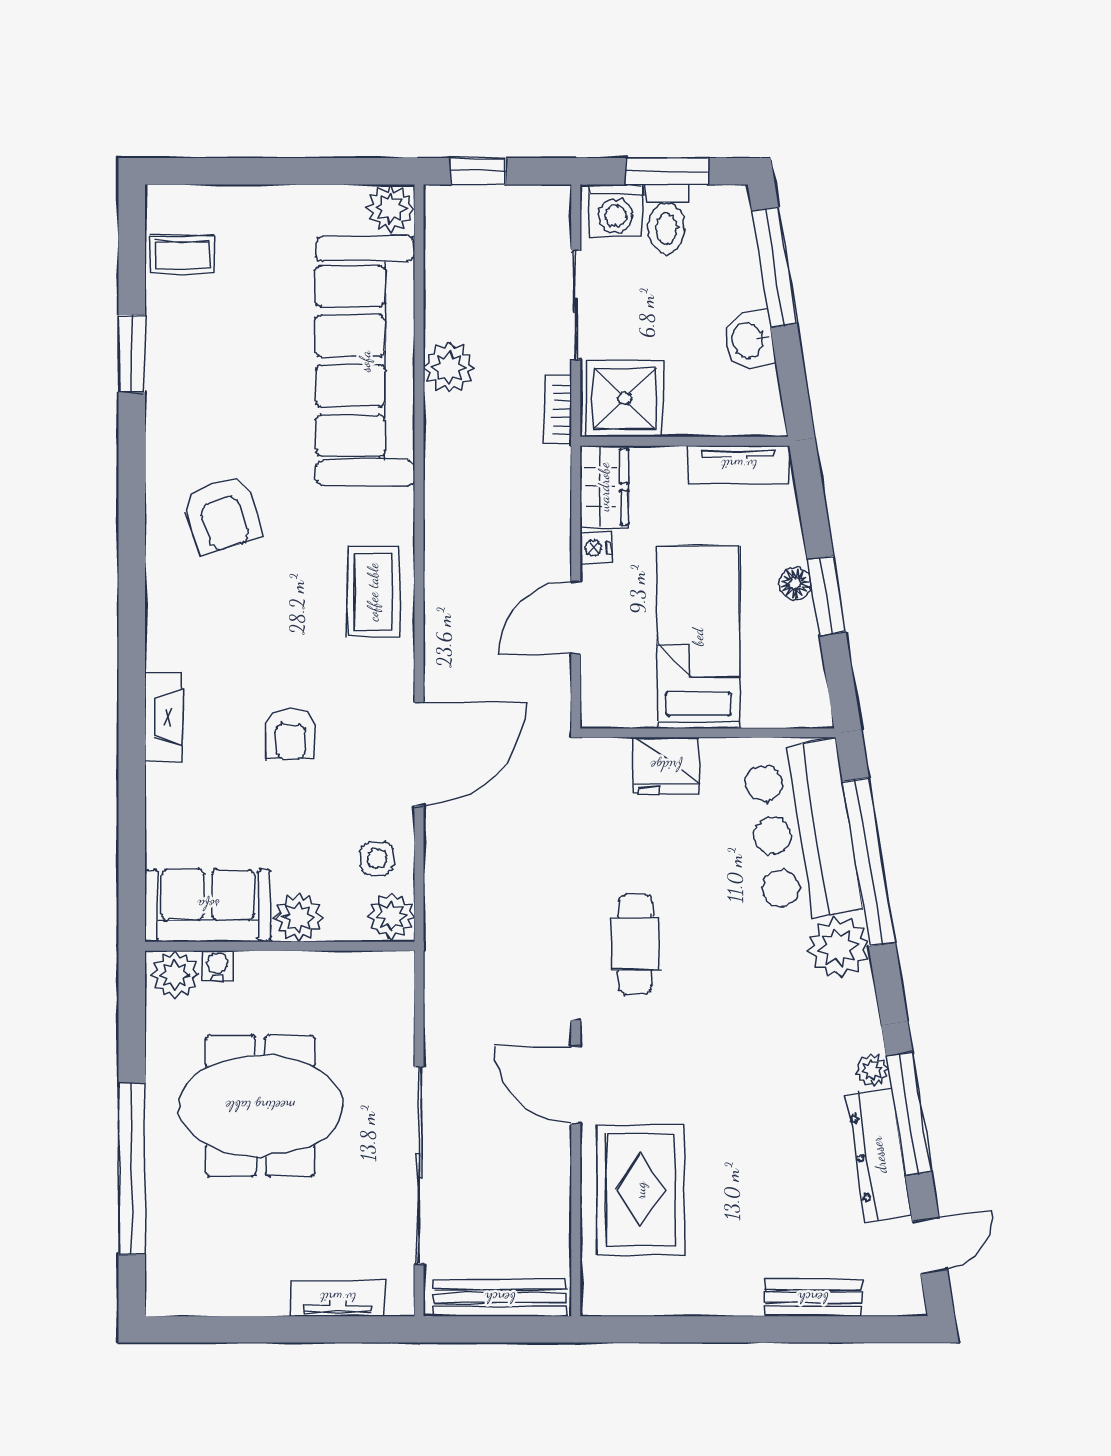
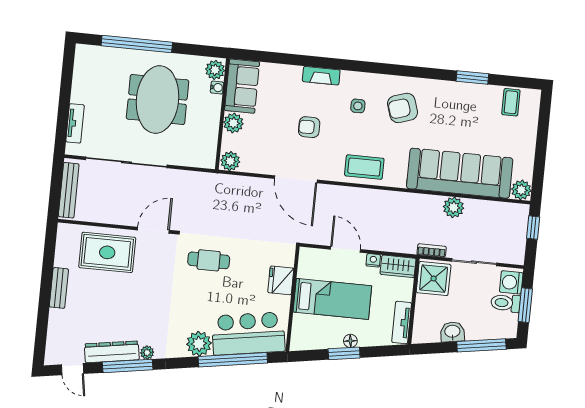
side table: (377, 858) -> (358, 106), moved
bench: (813, 1298) -> (59, 288), moved

